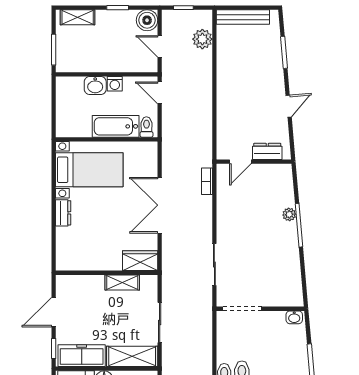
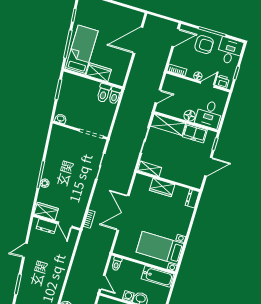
bathtub: (116, 126) -> (157, 276), moved
door: (240, 162) -> (65, 225), swing flipped
wardrobe: (274, 173) -> (46, 211), added
double door: (160, 205) -> (123, 213), swing flipped
dresser: (63, 213) -> (192, 199), moved
wardrobe: (140, 261) -> (162, 187), moved
shelving: (122, 283) -> (150, 169), moved
freezer: (82, 356) -> (195, 133), width x0.71

